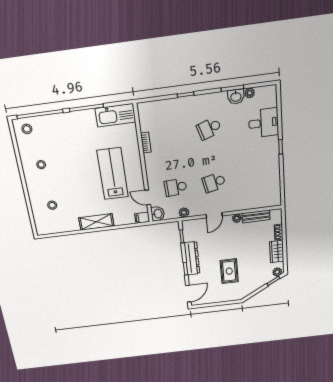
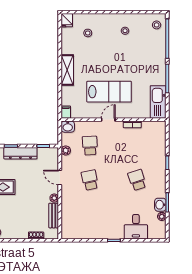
door: (148, 197) -> (108, 120), moved
fridge: (43, 229) -> (67, 20), added
wardrobe: (277, 251) -> (17, 233), removed

